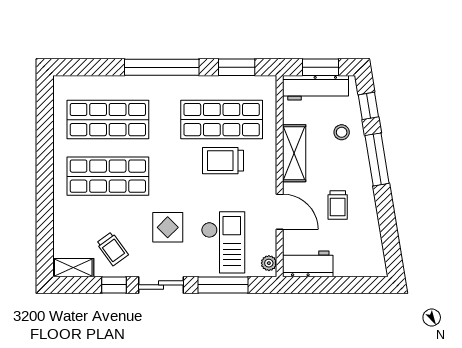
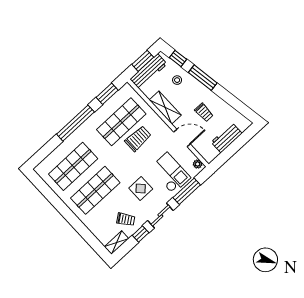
trolley: (223, 161) -> (138, 139), turned 180
workbench: (308, 264) -> (227, 138), moved

